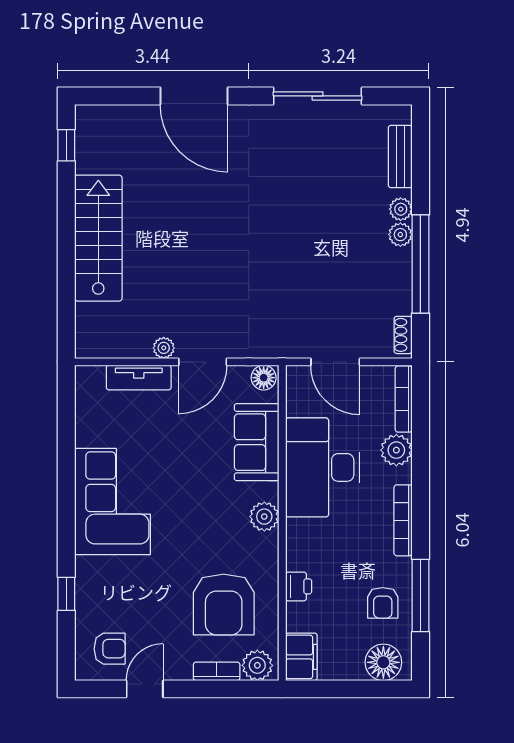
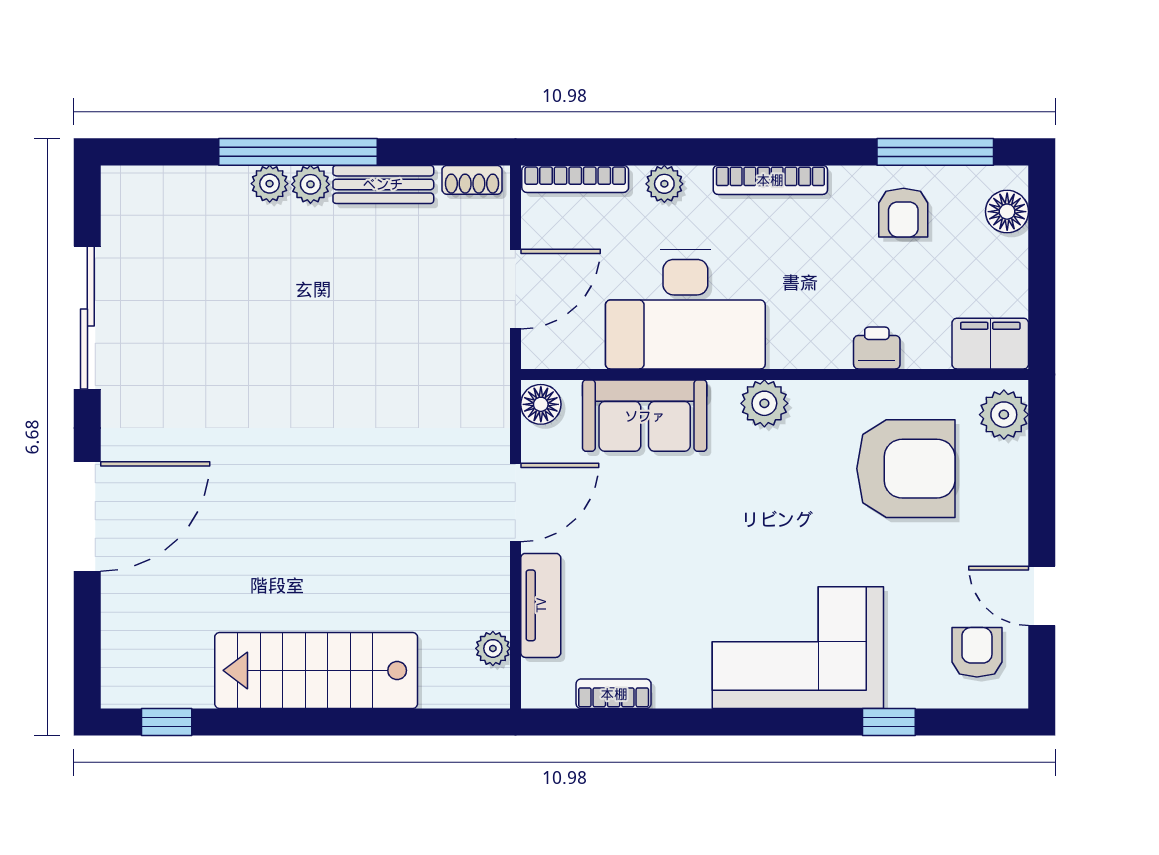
bench: (400, 157) -> (383, 184), moved
window: (420, 264) -> (298, 152), moved
plant: (164, 348) -> (493, 648), moved
door: (203, 362) -> (515, 503), hinge flipped
plant: (396, 450) -> (664, 184), width x0.73, depth x0.73
corner sofa: (112, 501) -> (798, 648), moved
window: (420, 595) -> (935, 152), moved
armchair: (383, 603) -> (903, 213), turned 90
floor lamp: (383, 662) -> (1007, 212), width x0.73, depth x0.73
bookcase: (217, 671) -> (614, 694), moved, turned 90

